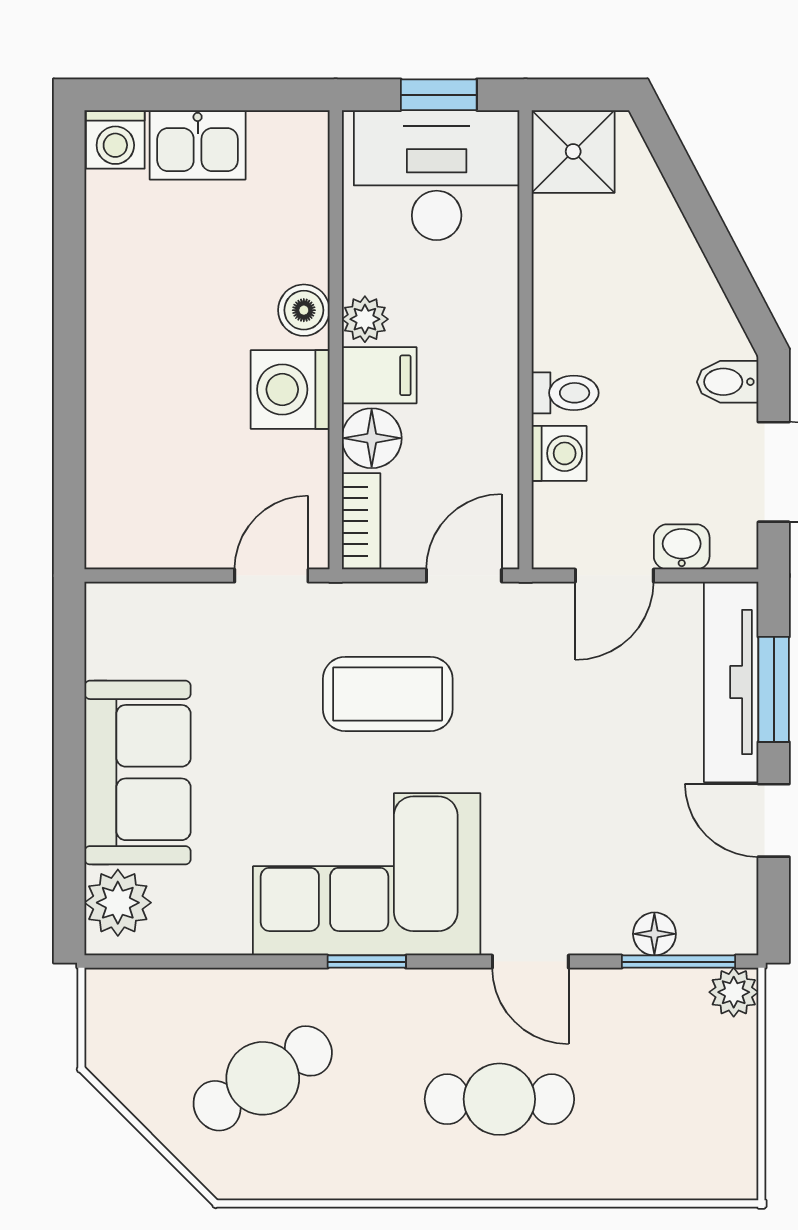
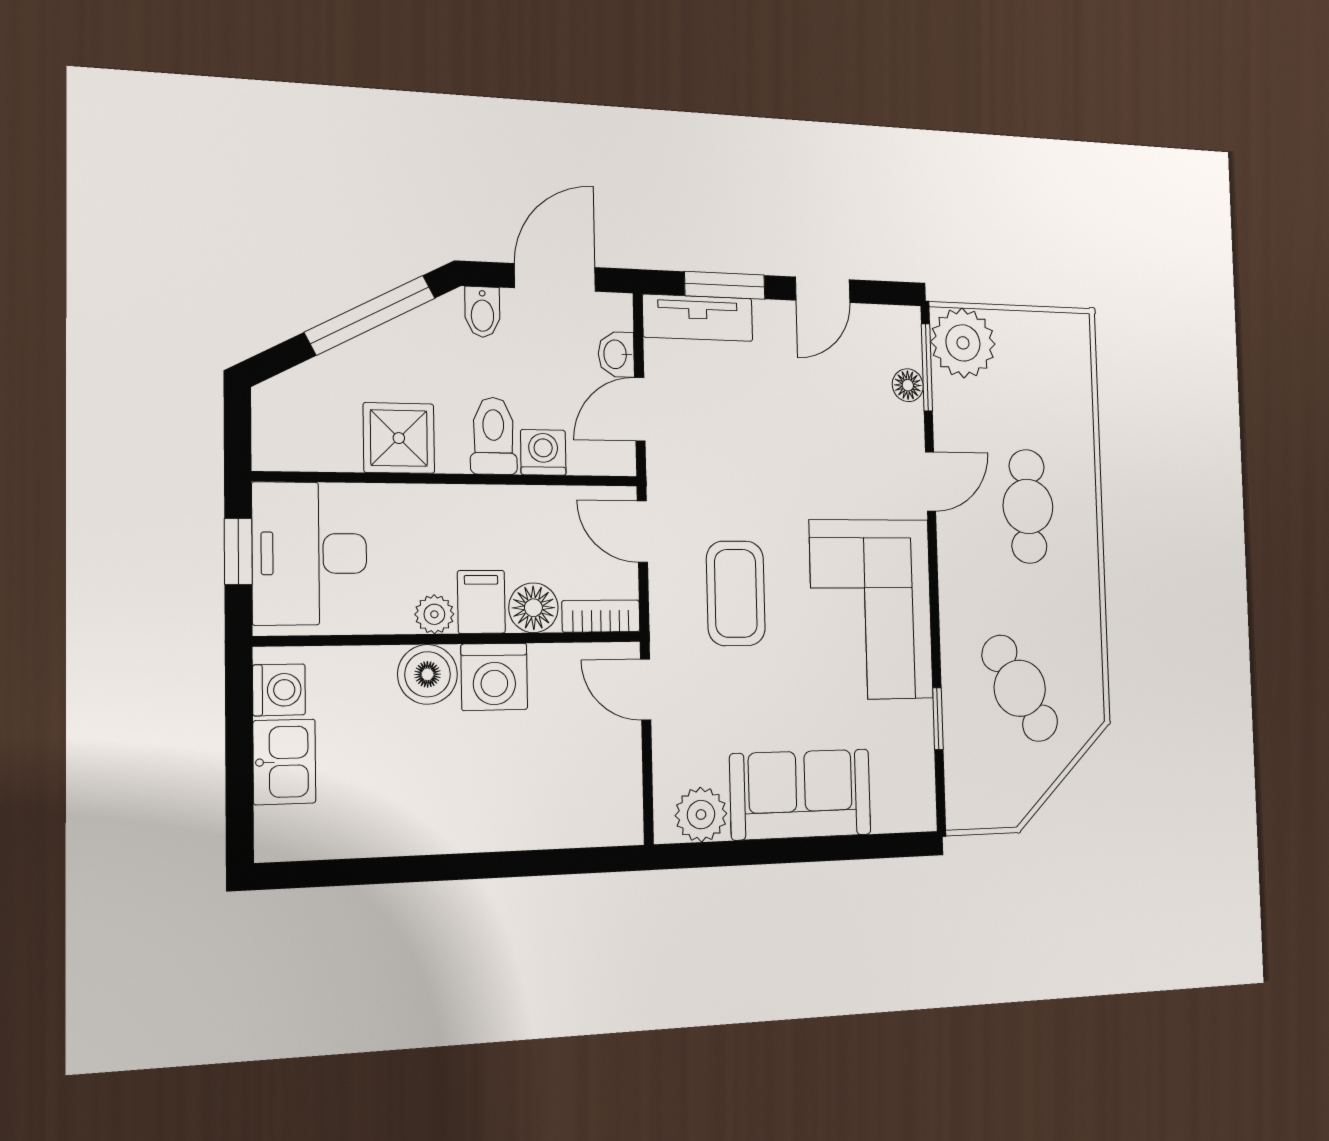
washing machine: (115, 139) -> (279, 690), moved
shower: (573, 151) -> (399, 438), moved
window: (719, 248) -> (370, 315), added
boiler: (304, 310) -> (428, 674), width x1.36, depth x1.36
toilet: (565, 393) -> (493, 436), width x1.37, depth x1.39
door: (614, 576) -> (640, 409), swing flipped
tv unit: (731, 682) -> (698, 318), width x0.71
plant: (118, 903) -> (701, 815), moved
window: (367, 962) -> (938, 719), moved
plant: (734, 992) -> (963, 343), width x1.87, depth x1.87

